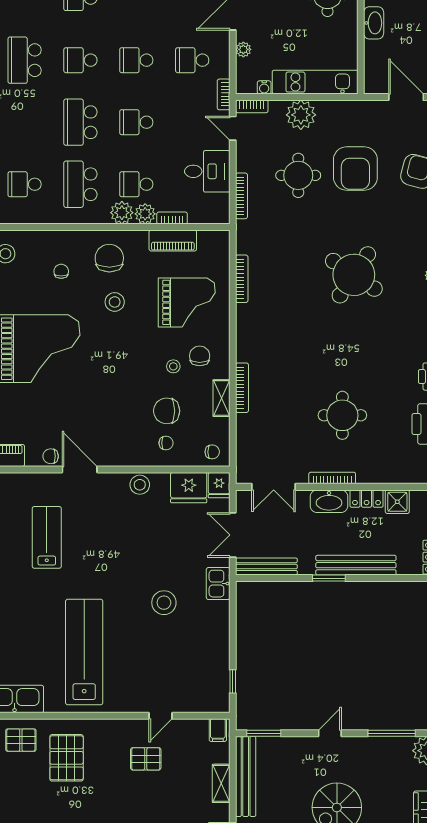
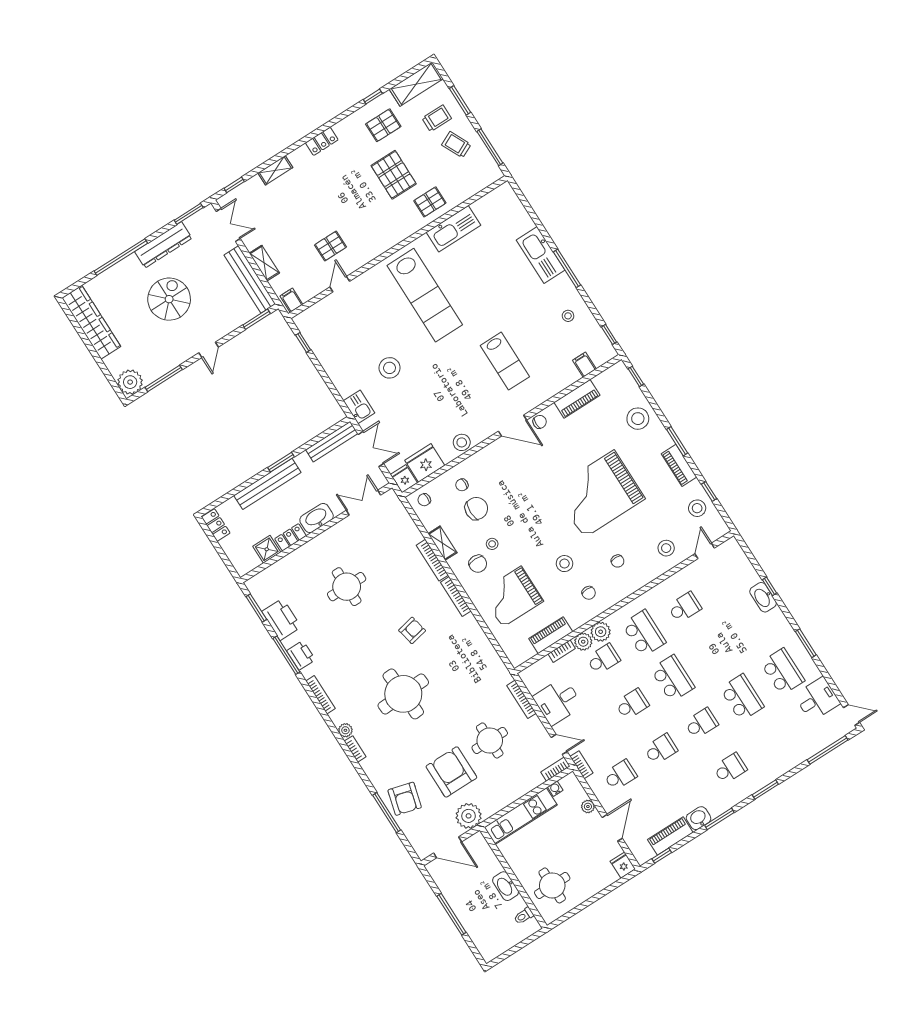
plant: (301, 115) -> (469, 816), moved
chair: (109, 258) -> (589, 593), width x0.54, depth x0.54
round table: (354, 275) -> (403, 694), turned -37
bookcase: (242, 279) -> (456, 597), moved
armchair: (306, 332) -> (412, 630), added
bookcase: (332, 478) -> (325, 536), removed
pallet: (67, 758) -> (394, 175), moved

